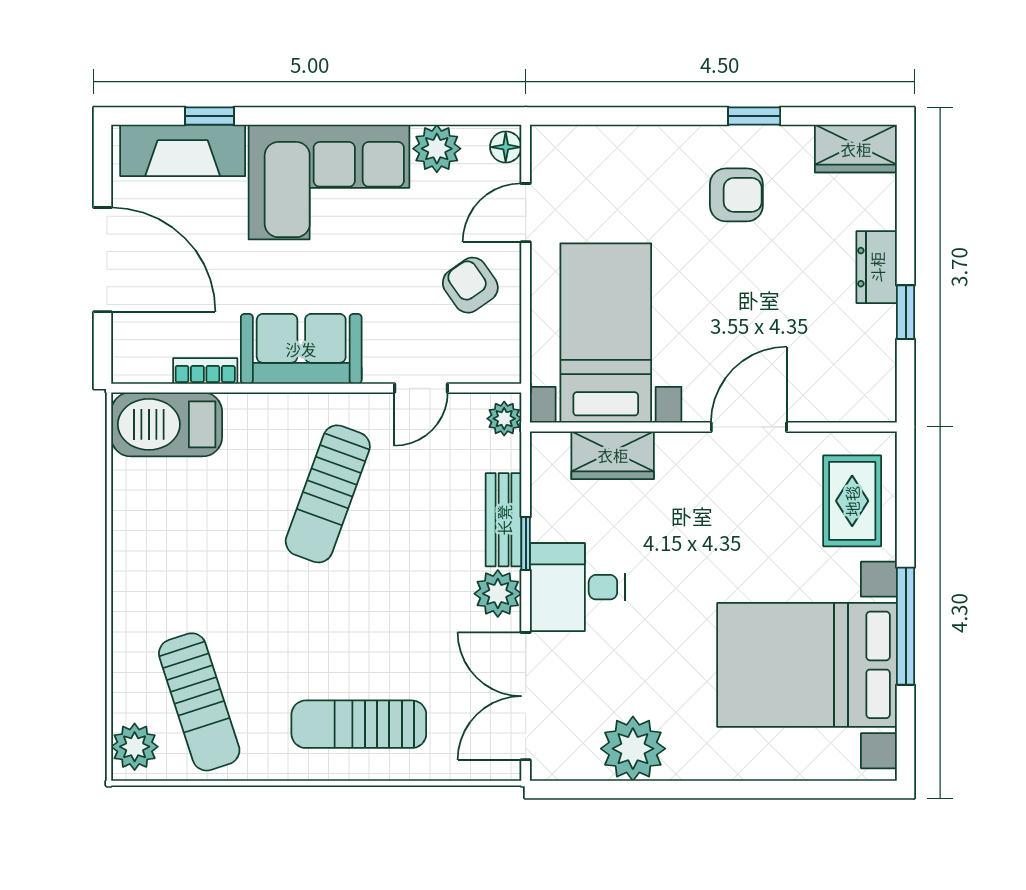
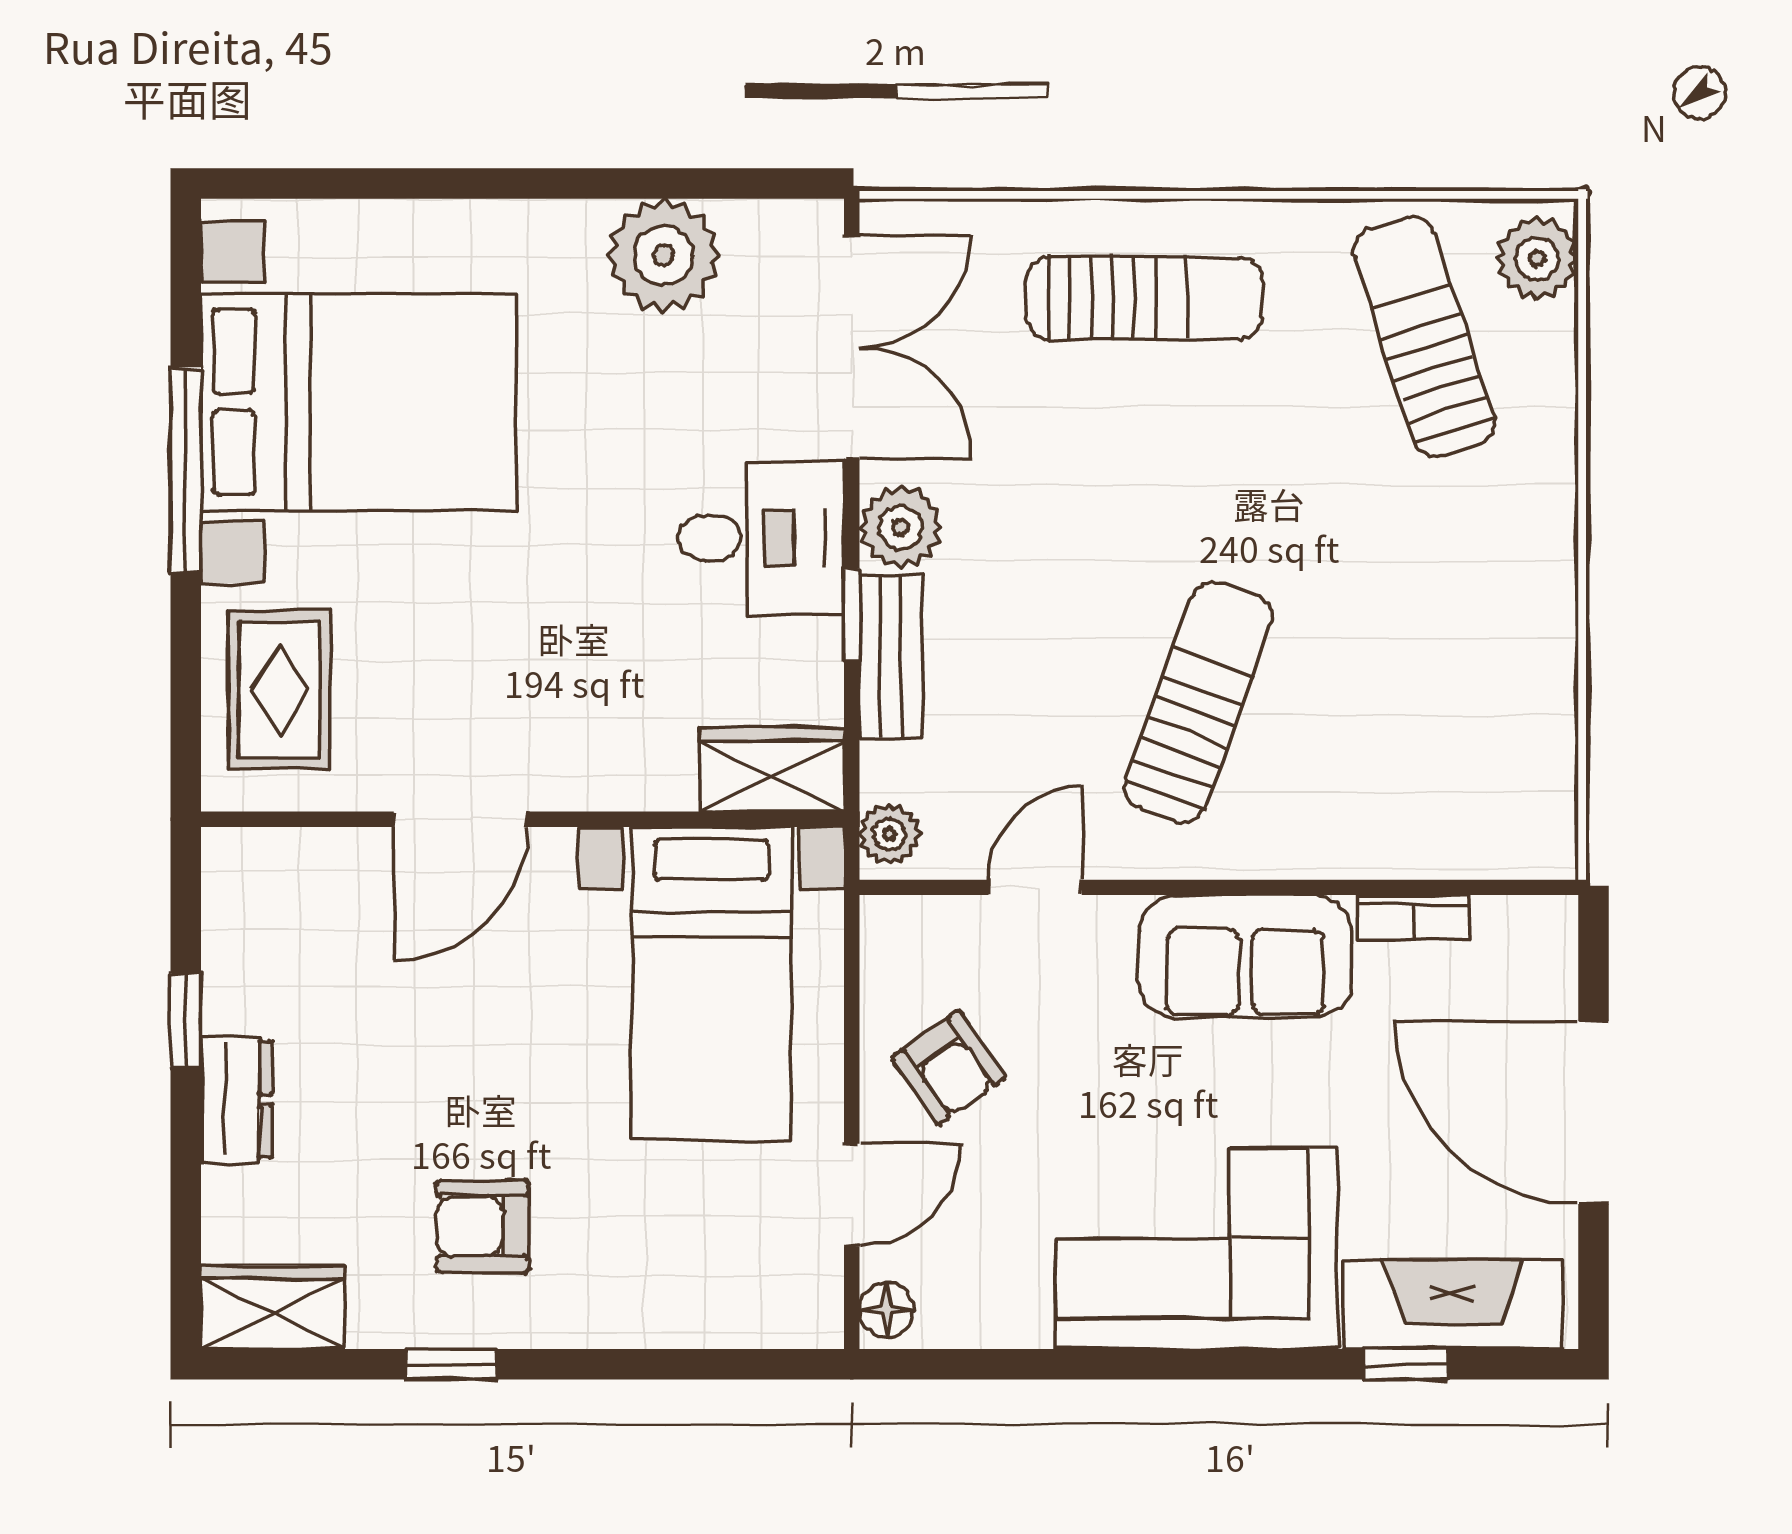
plant: (437, 149) -> (1008, 1307), removed
barbecue: (167, 424) -> (1481, 824), removed
wardrobe: (613, 455) -> (772, 770), moved

